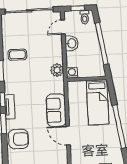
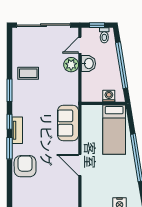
plant: (57, 70) -> (71, 65), moved
washing machine: (72, 73) -> (109, 96), moved
sofa: (56, 110) -> (68, 123), moved
armchair: (18, 139) -> (25, 166), turned -91

